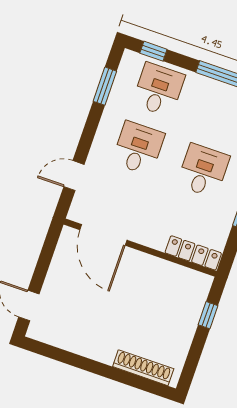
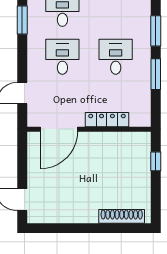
door: (103, 235) -> (59, 129), hinge flipped
locker: (193, 253) -> (107, 120), moved

